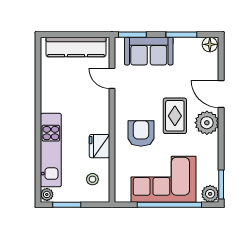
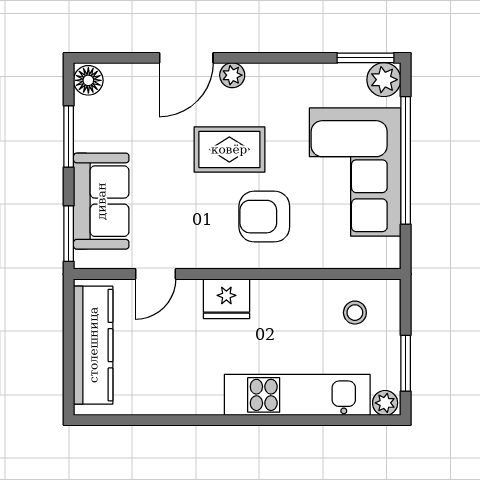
plant: (207, 123) -> (232, 75), width x0.53, depth x0.53
fridge: (99, 146) -> (226, 299), moved

